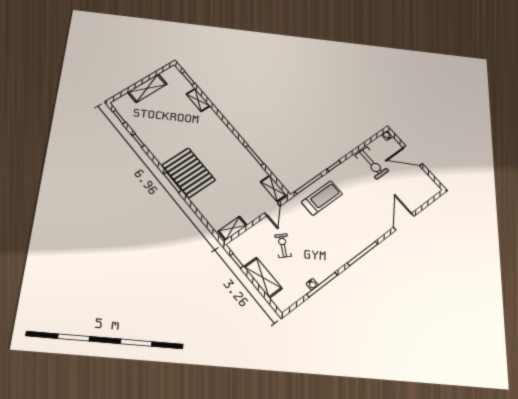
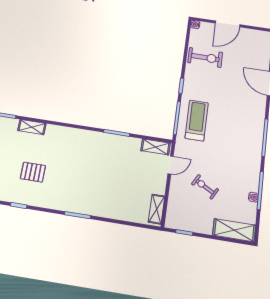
pallet: (189, 173) -> (33, 172), moved, width x0.49, depth x0.50
door: (272, 210) -> (171, 165), hinge flipped
shelving: (263, 278) -> (234, 230), moved

